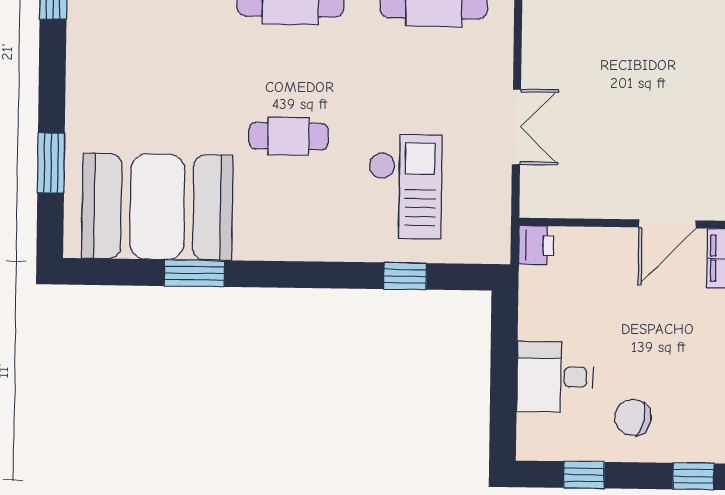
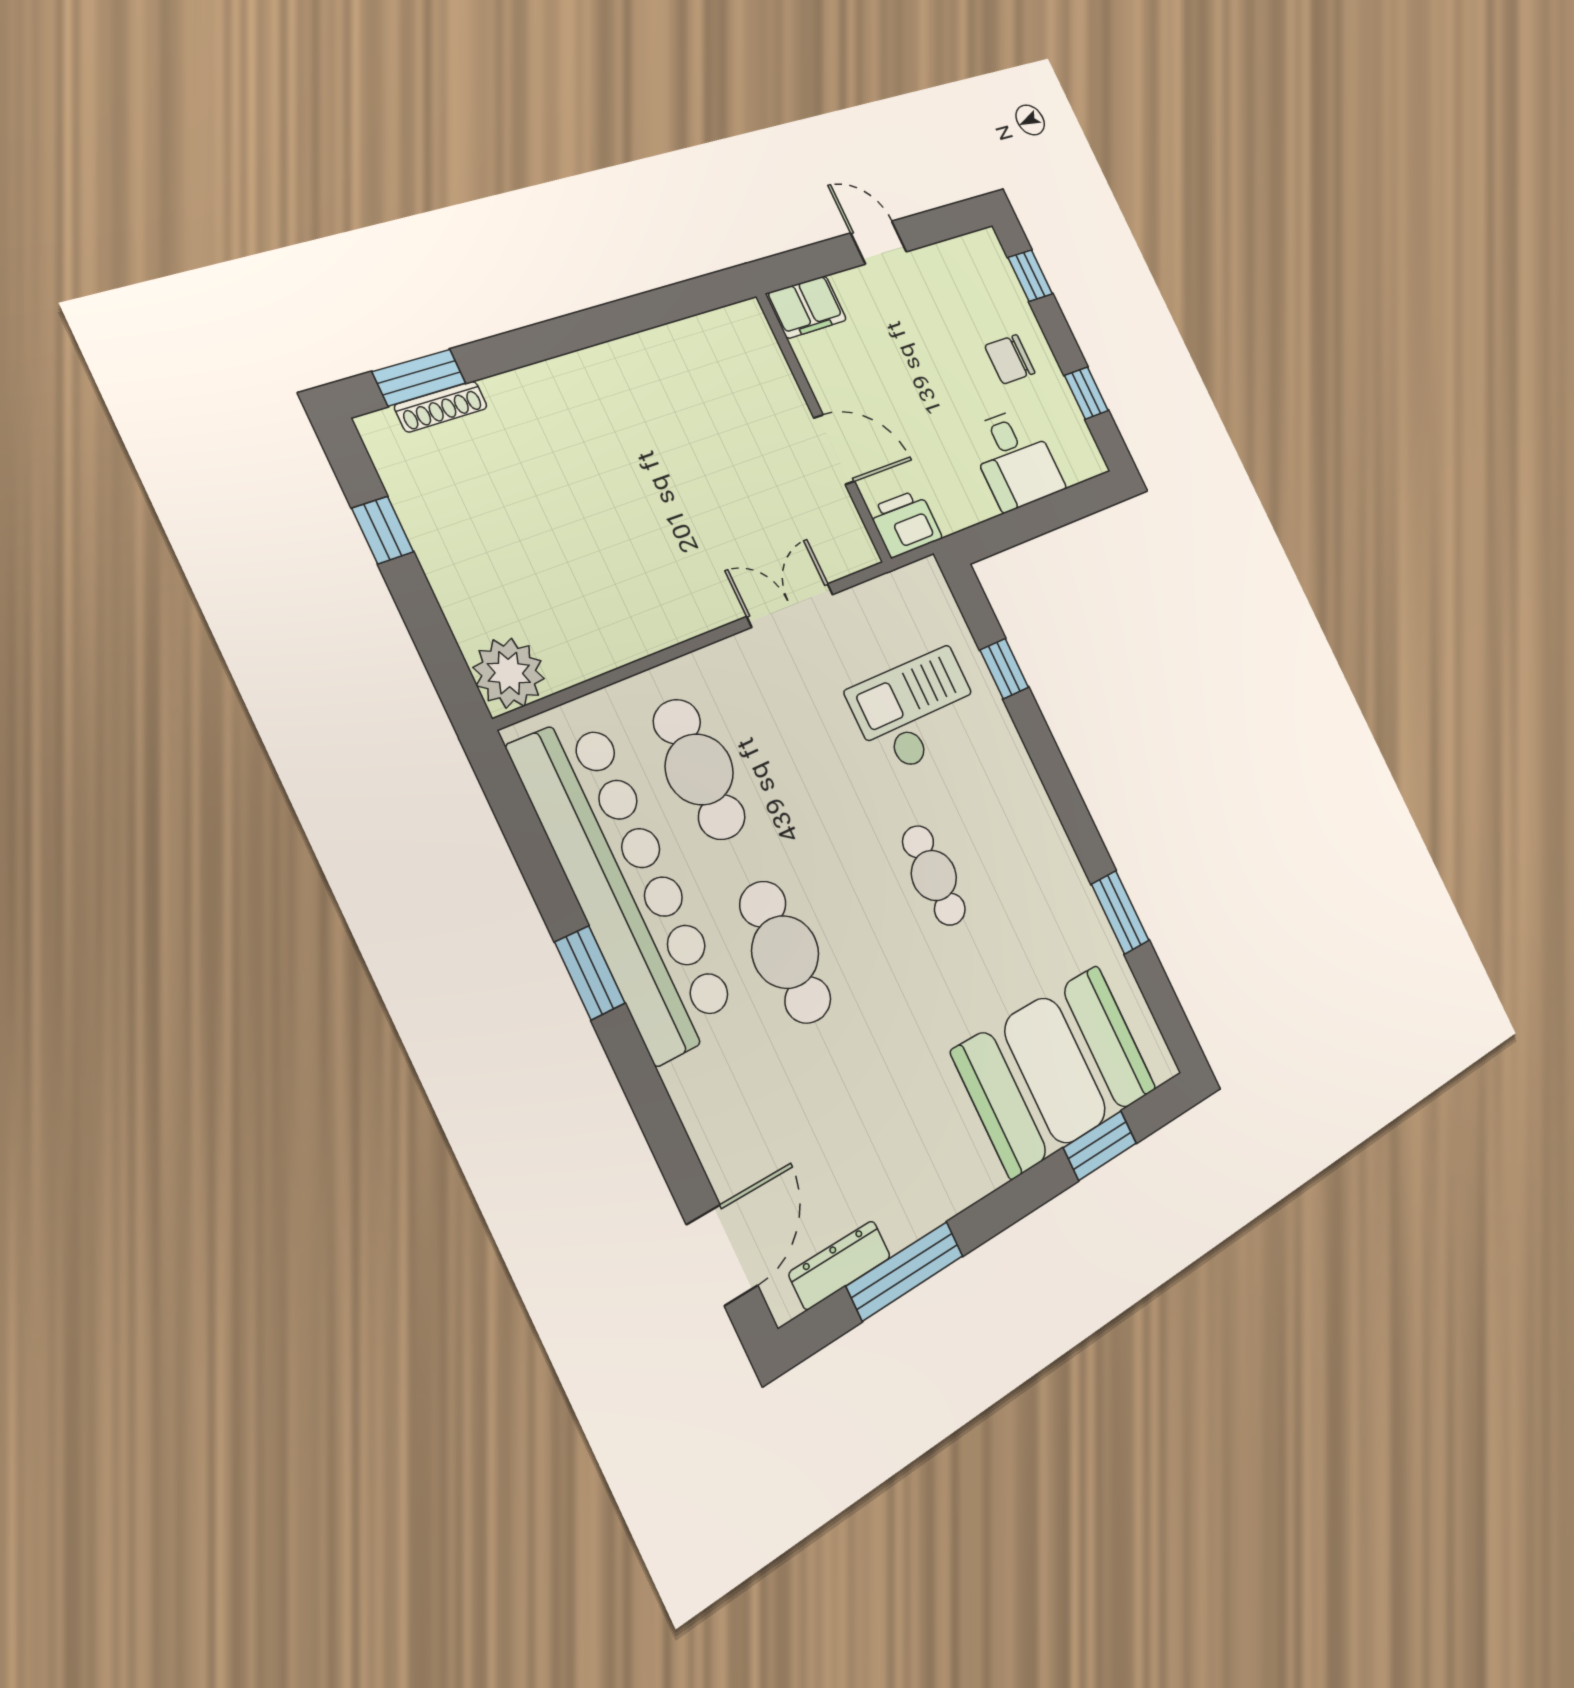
booth: (157, 207) -> (1055, 1070), moved, turned 90
door: (668, 224) -> (834, 450), moved
printer: (536, 245) -> (905, 523), width x1.36, depth x1.24
chair: (633, 417) -> (1010, 359), turned 78

